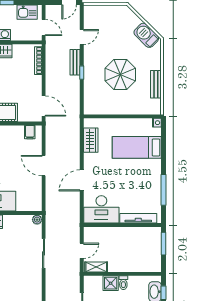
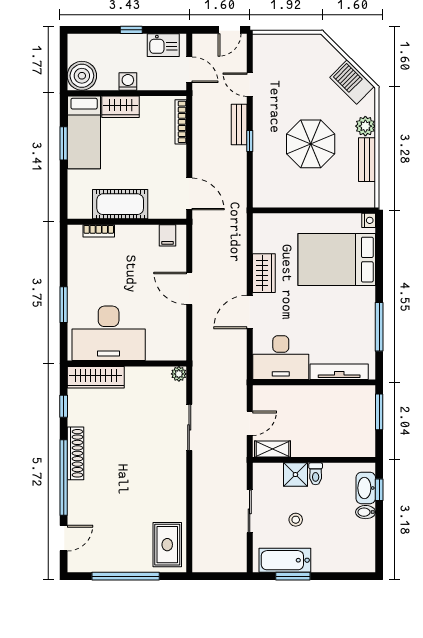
door: (82, 37) -> (250, 85), swing flipped
plant: (155, 63) -> (365, 126), added
wardrobe: (91, 140) -> (264, 273), moved
bed: (137, 147) -> (337, 260), width x1.50

